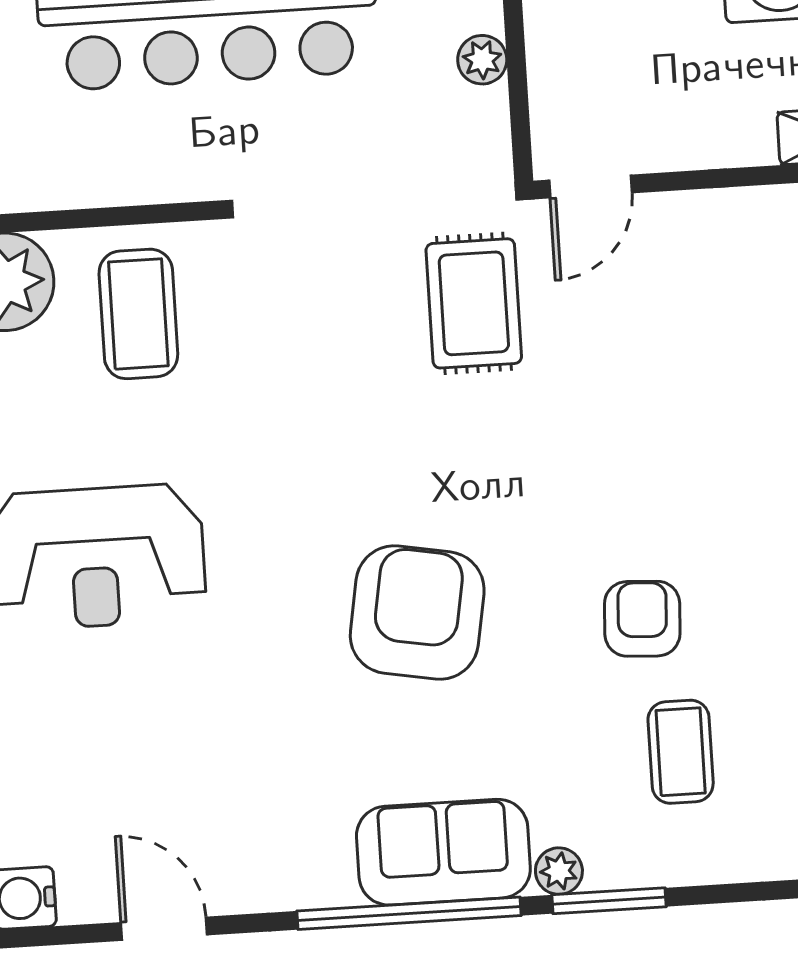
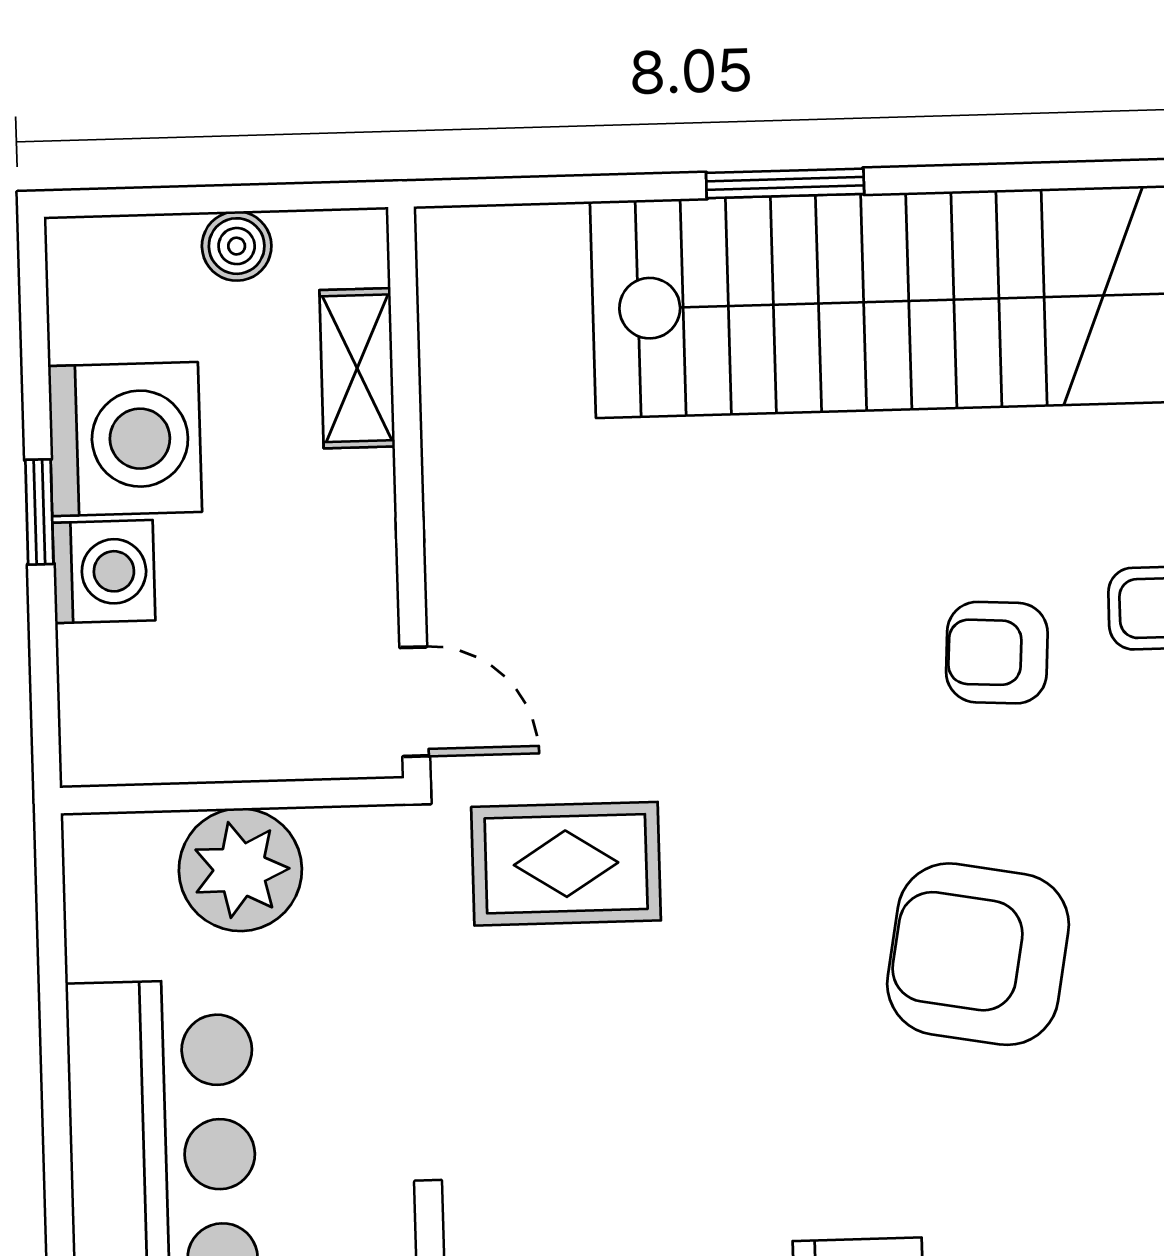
plant: (482, 60) -> (240, 870), width x1.87, depth x1.87

